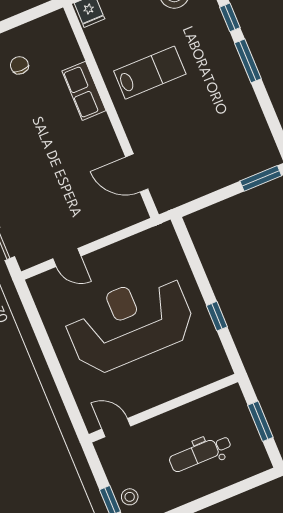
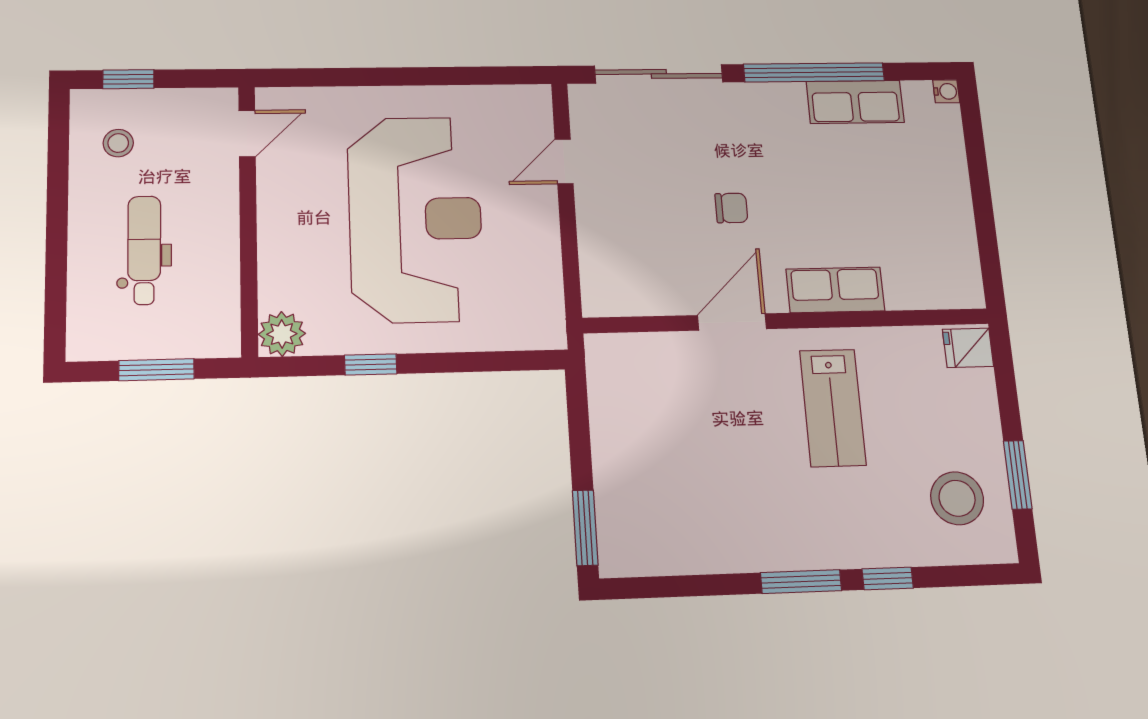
chair: (19, 65) -> (731, 208), moved
door: (137, 173) -> (732, 322), moved
plant: (218, 367) -> (282, 334), added
stool: (130, 497) -> (118, 143), moved

